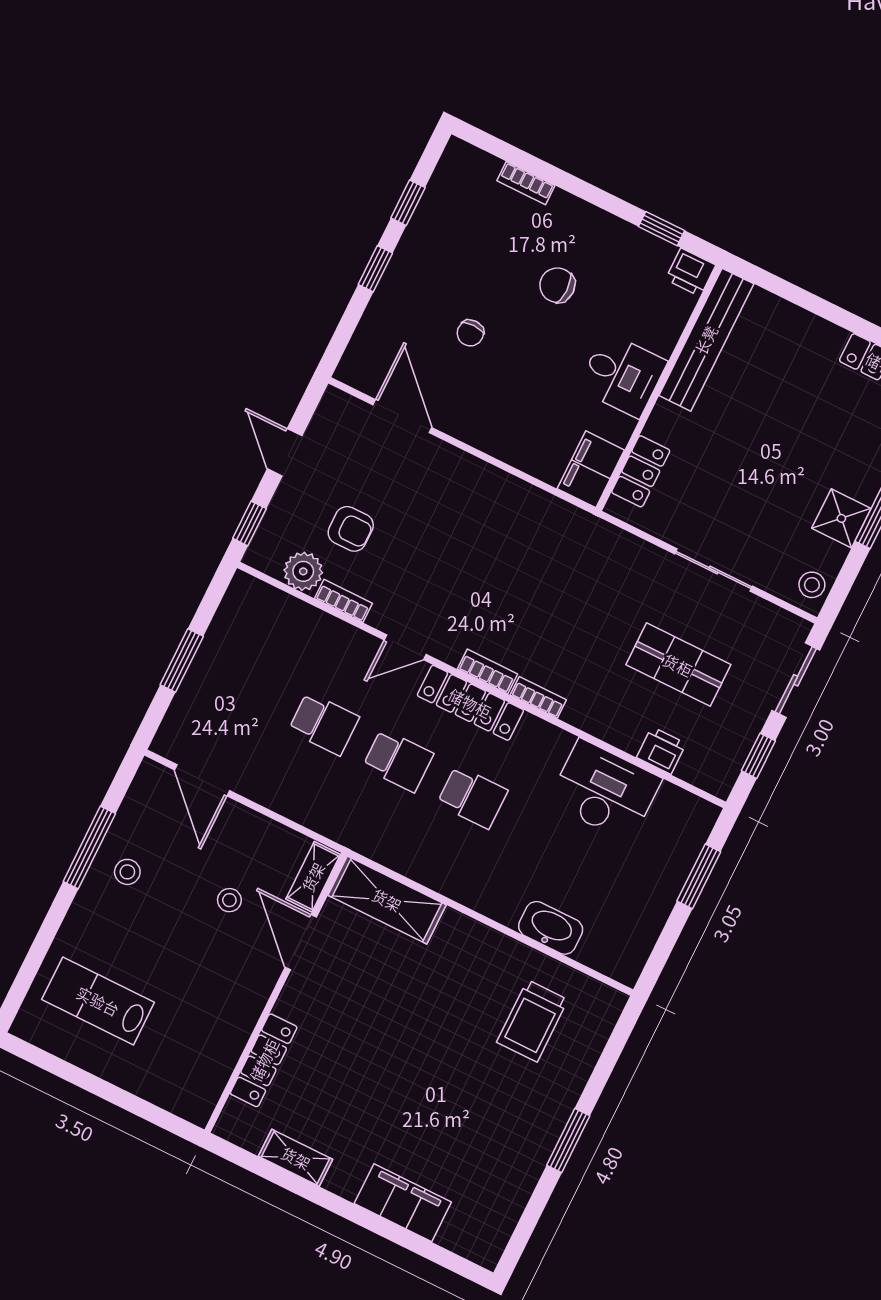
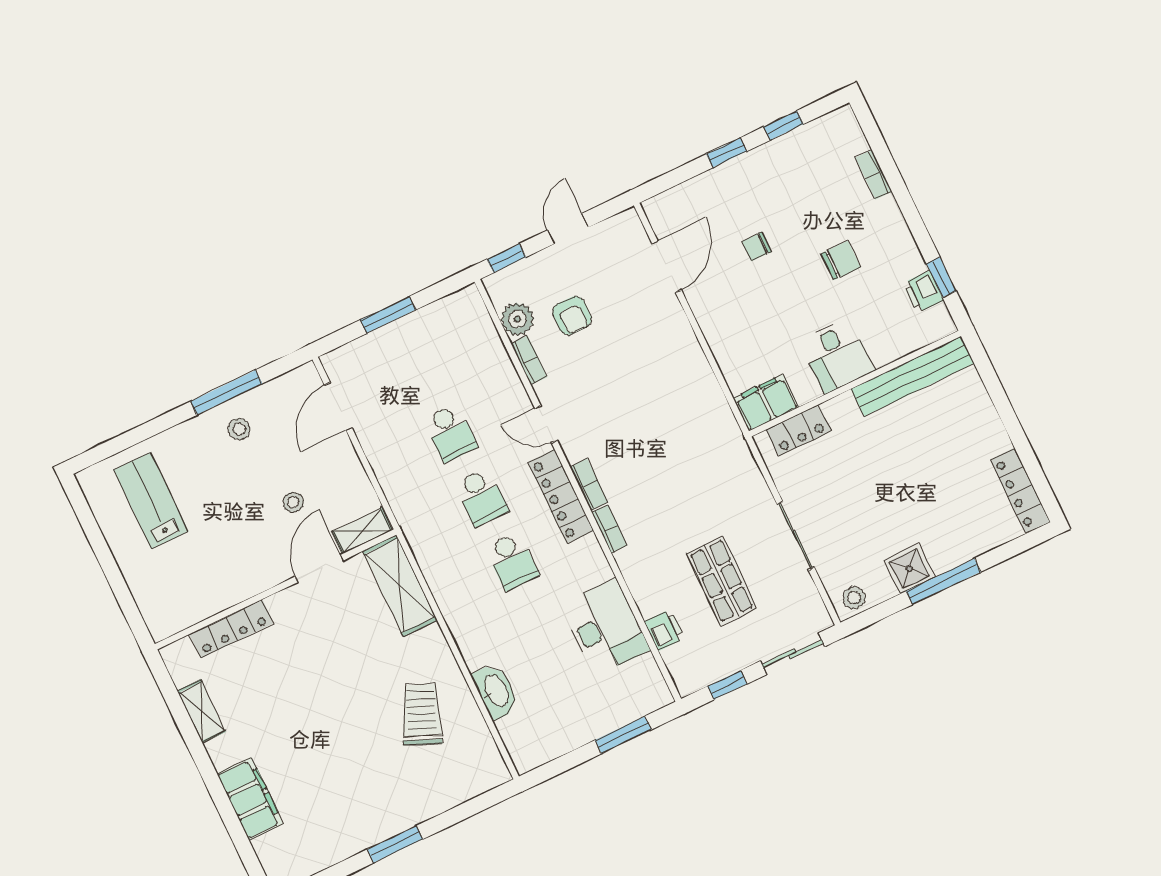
printer: (691, 272) -> (923, 292), moved
chair: (557, 285) -> (841, 260), turned 90
trolley: (532, 1021) -> (422, 714), moved, turned 113

